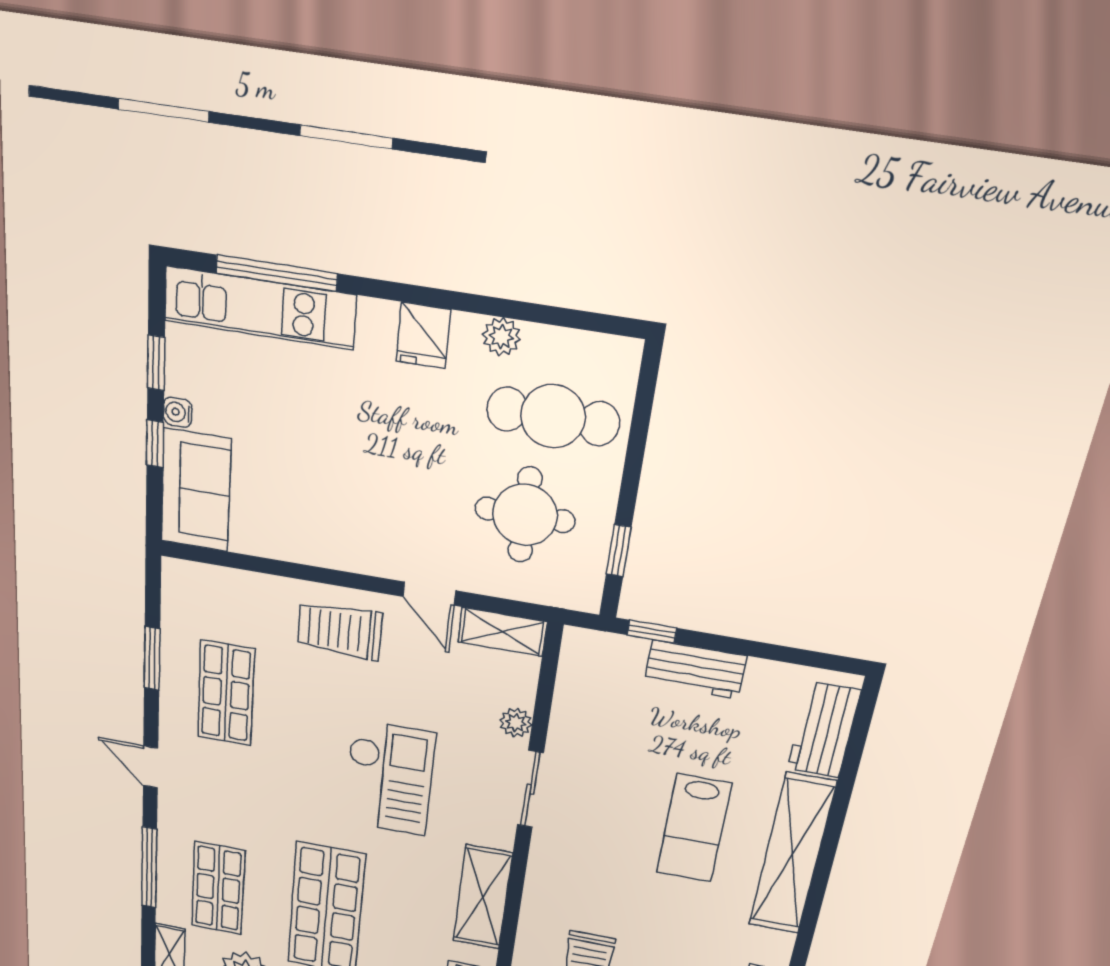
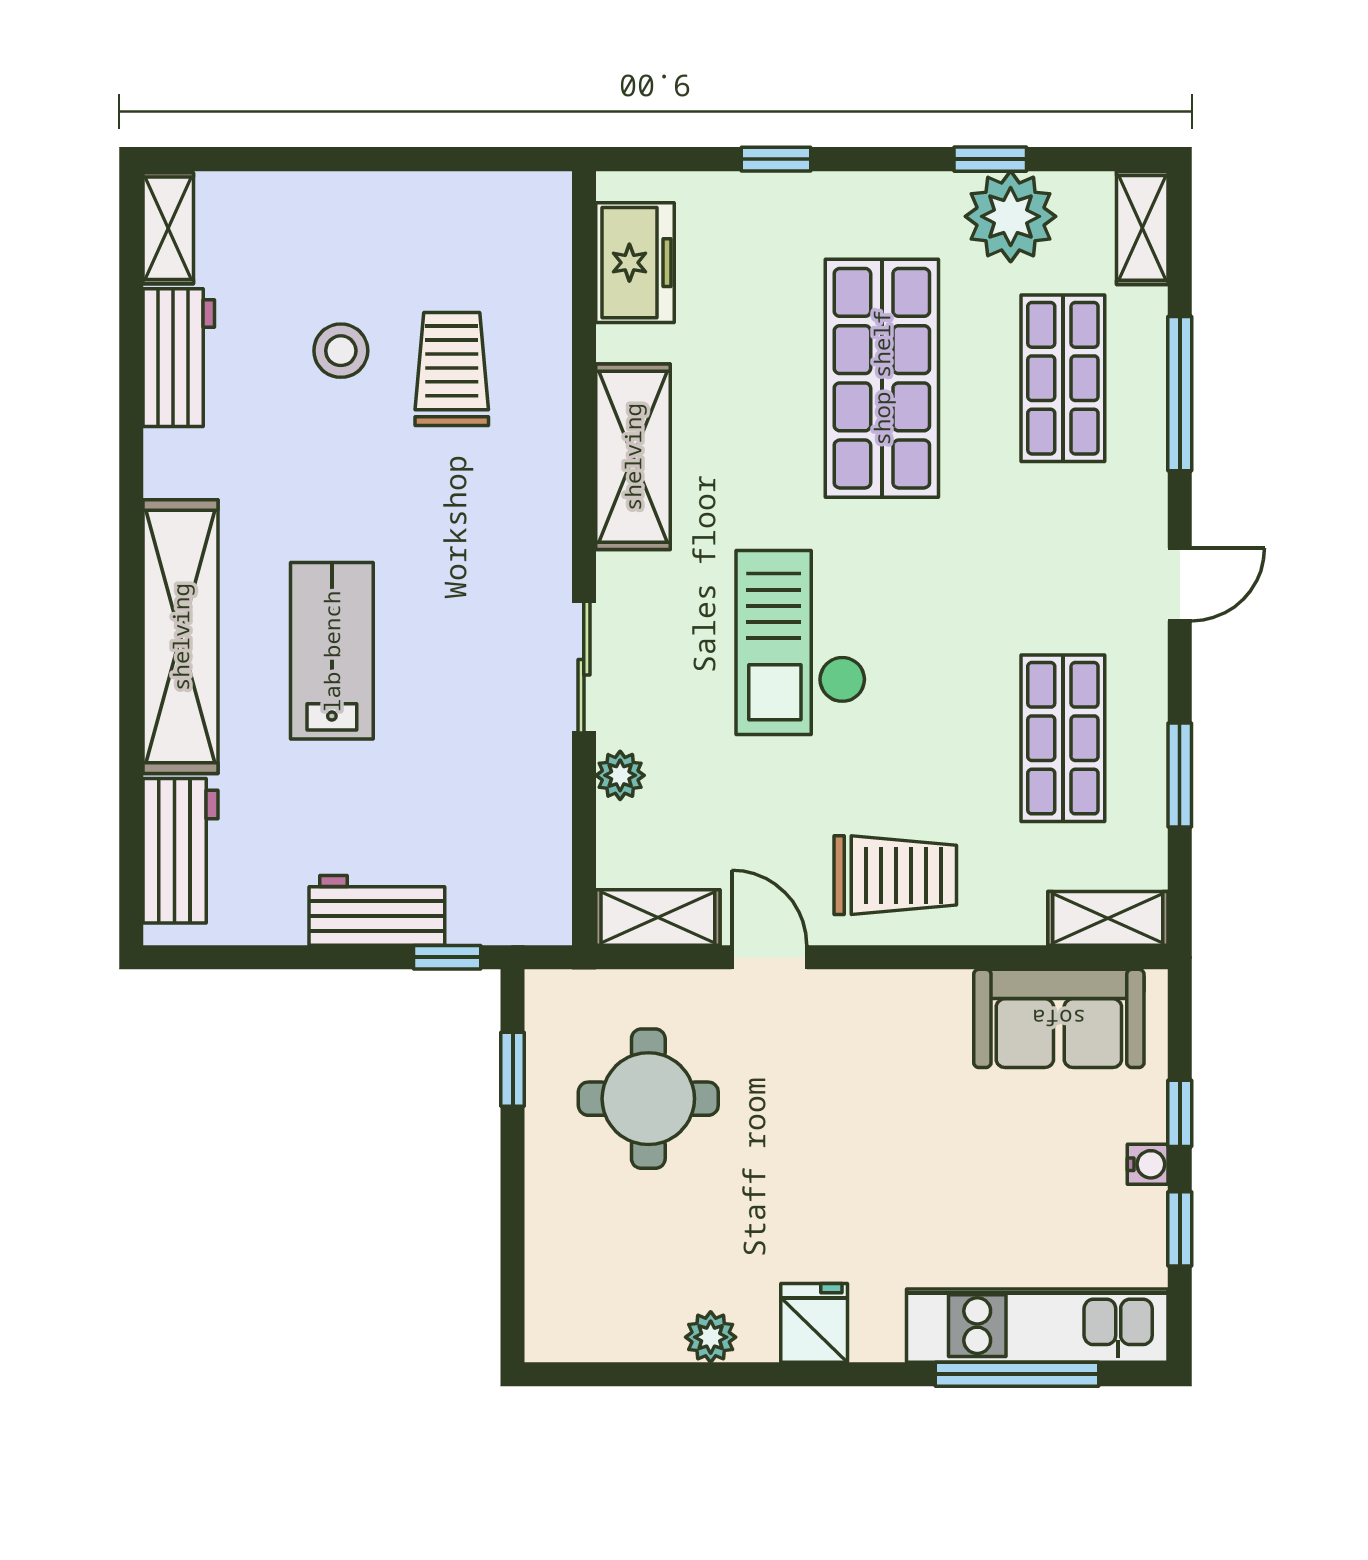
cafe table: (553, 416) -> (629, 1242), removed
sofa: (196, 490) -> (1059, 1018), moved, turned -90
shelving: (200, 579) -> (1108, 918), added
door: (151, 767) -> (1180, 584), hinge flipped

